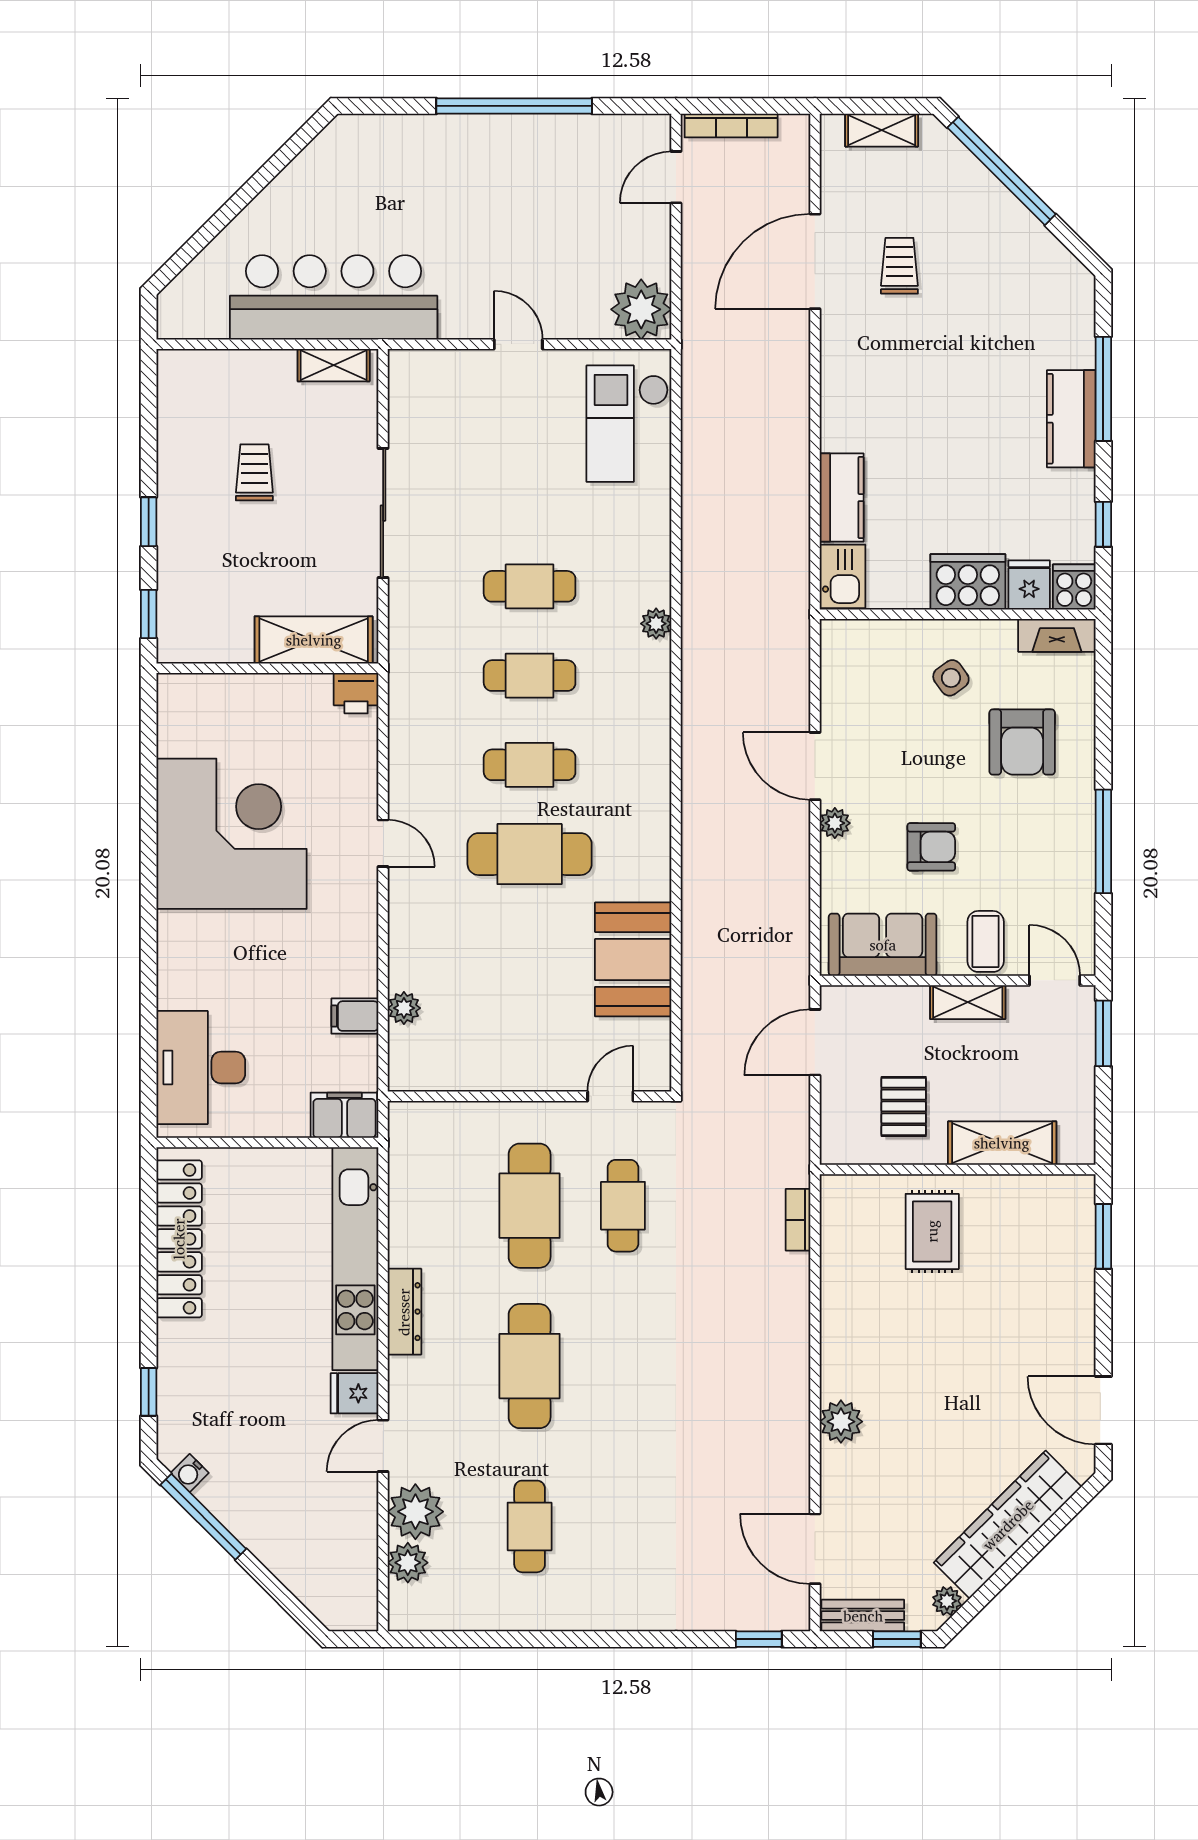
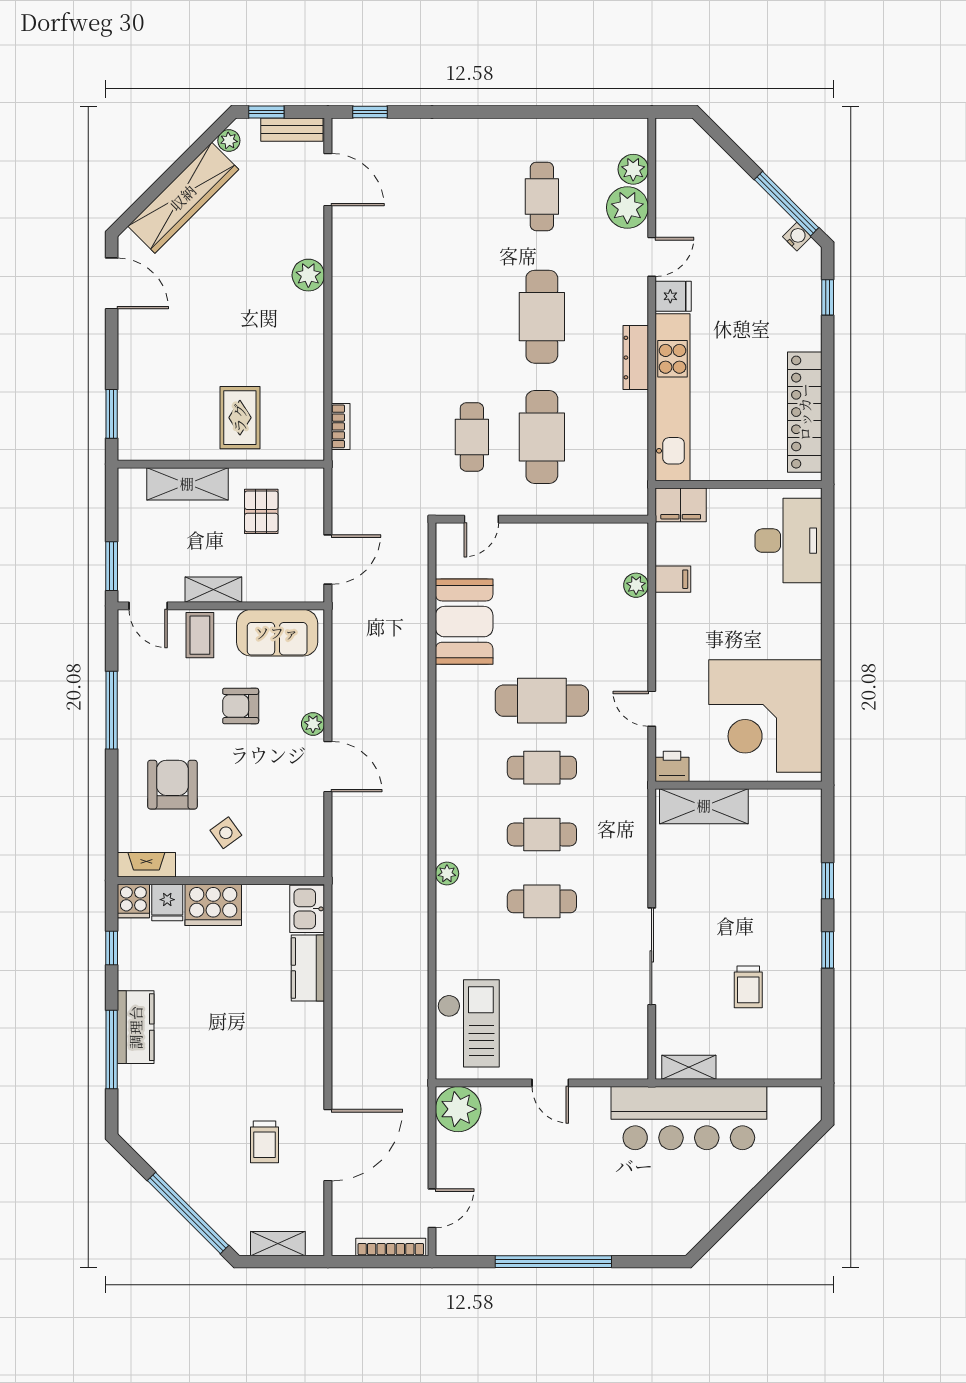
shelving: (314, 640) -> (704, 806), moved
wall: (267, 668) -> (738, 785), moved
printer: (356, 693) -> (672, 766), moved

